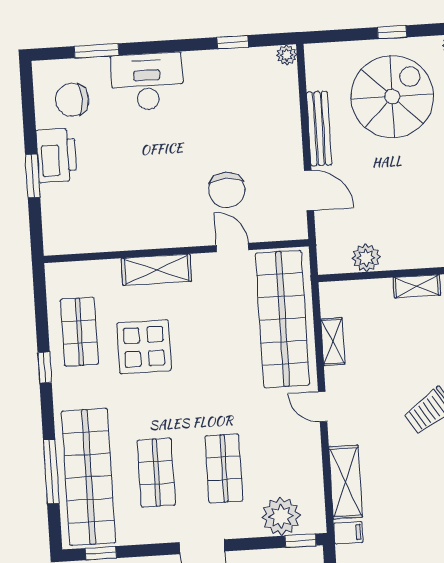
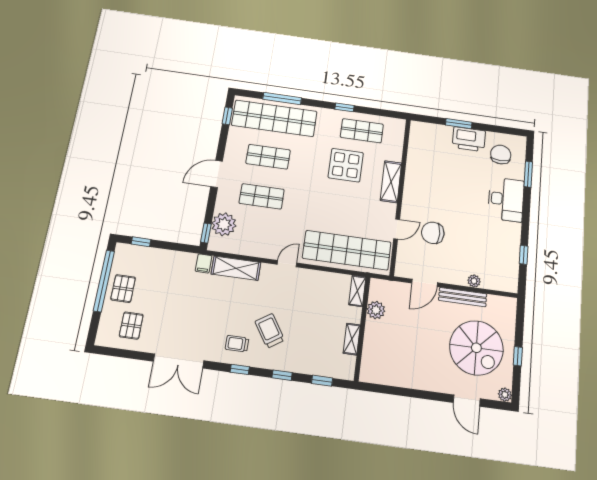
plant: (287, 55) -> (474, 281), moved
shelving: (333, 342) -> (357, 291), moved, turned 90

